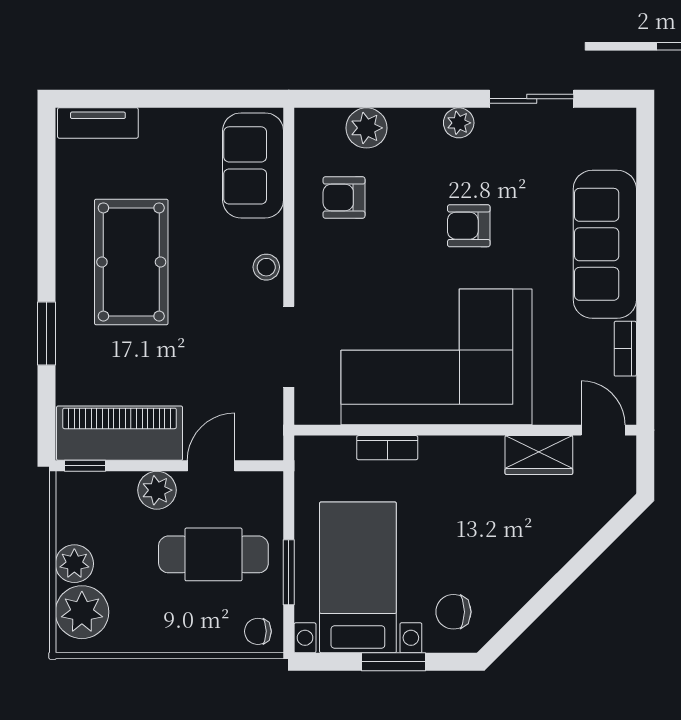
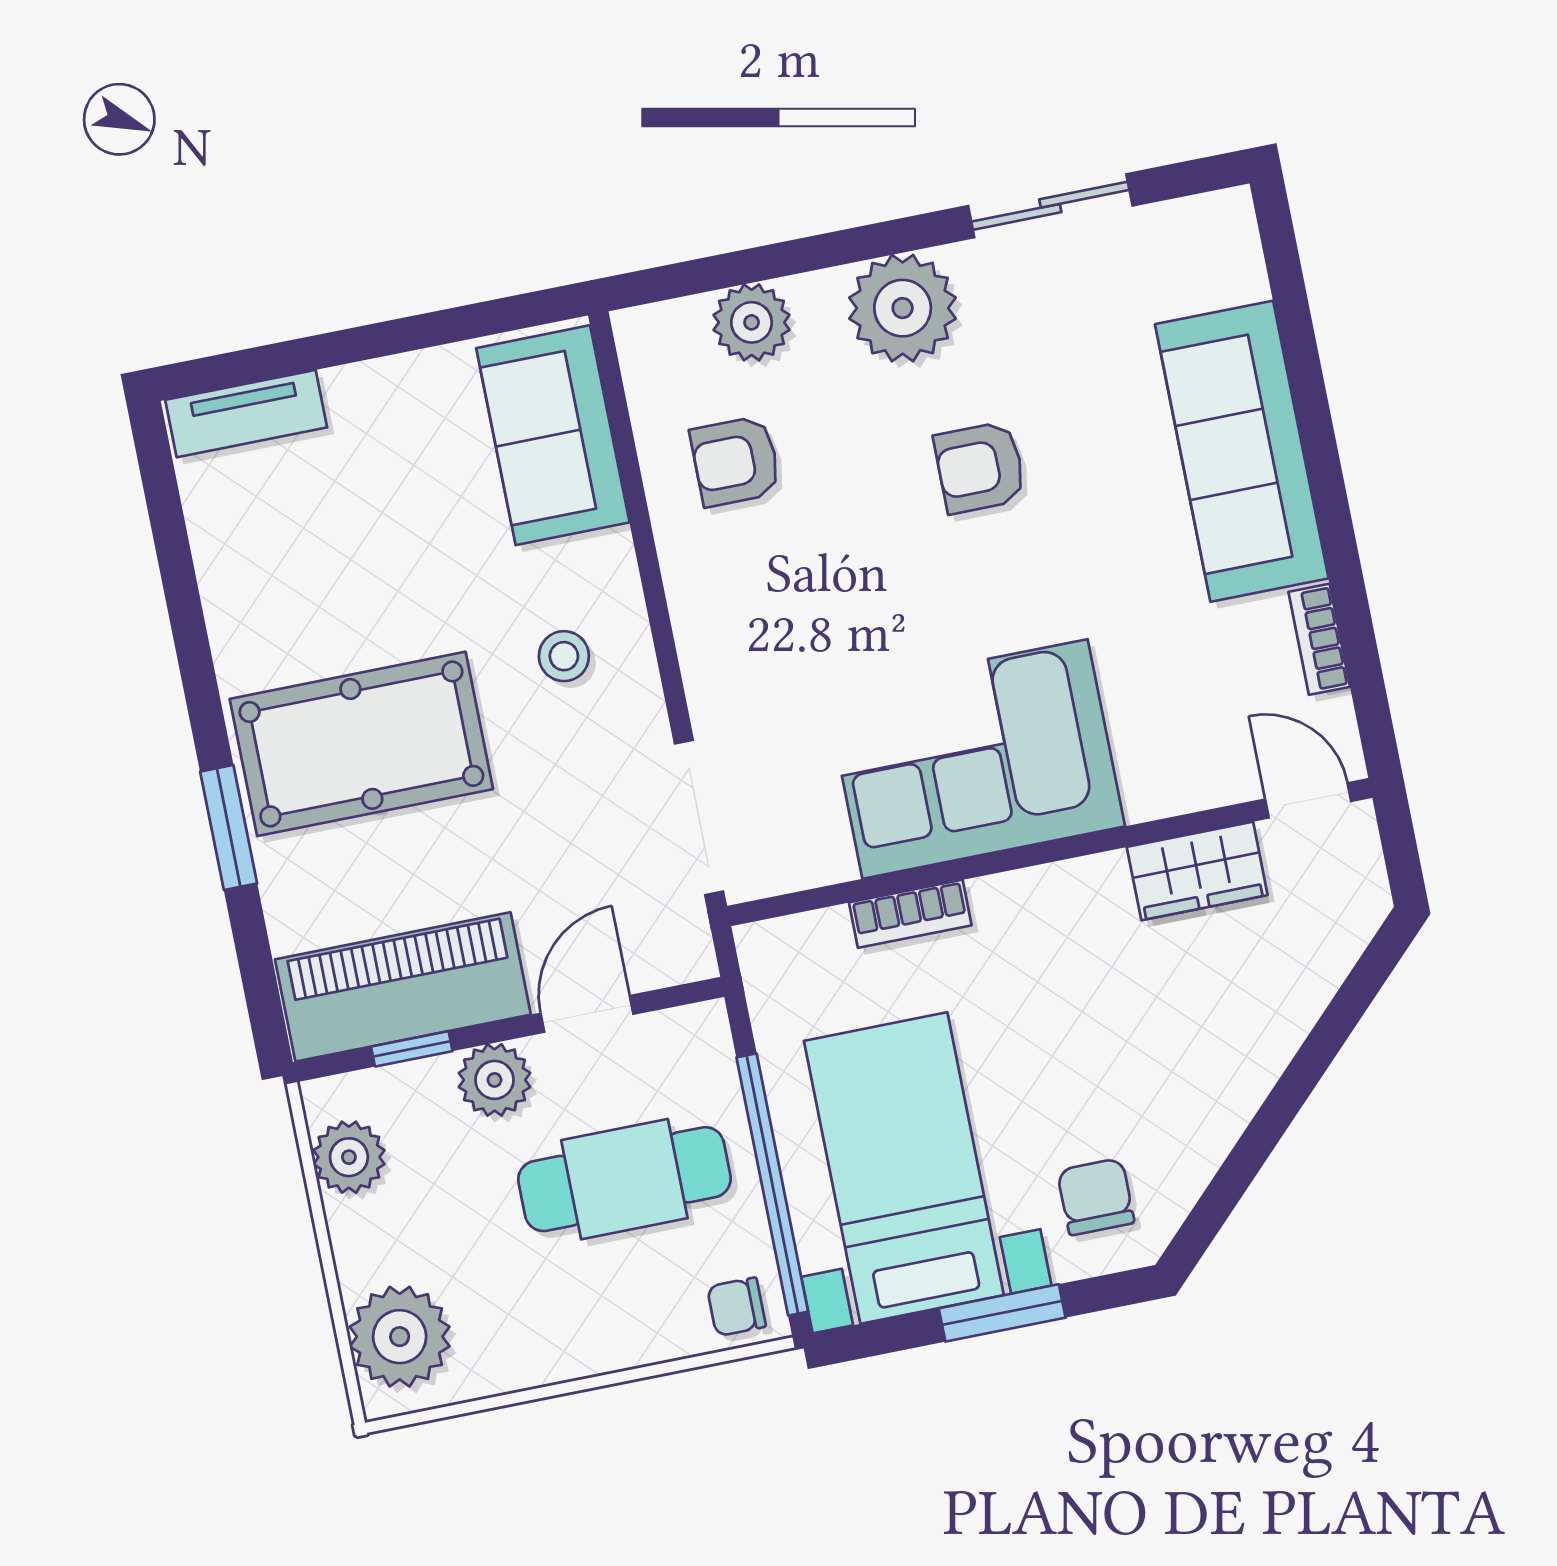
plant: (459, 123) -> (903, 308), width x1.87, depth x1.87
pool table: (131, 262) -> (361, 744), moved, turned 90
stool: (266, 267) -> (564, 656), moved
doorway: (289, 347) -> (699, 818), moved
corner sofa: (436, 357) -> (975, 759), width x0.73, depth x0.74
window: (85, 466) -> (412, 1049), moved
plant: (74, 564) -> (349, 1157), moved
window: (289, 572) -> (772, 1184), width x2.11
chair: (453, 612) -> (1096, 1197), turned 90

